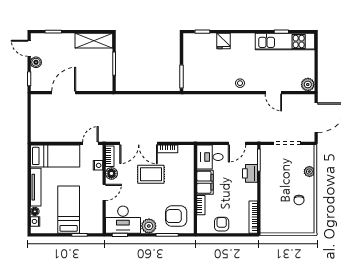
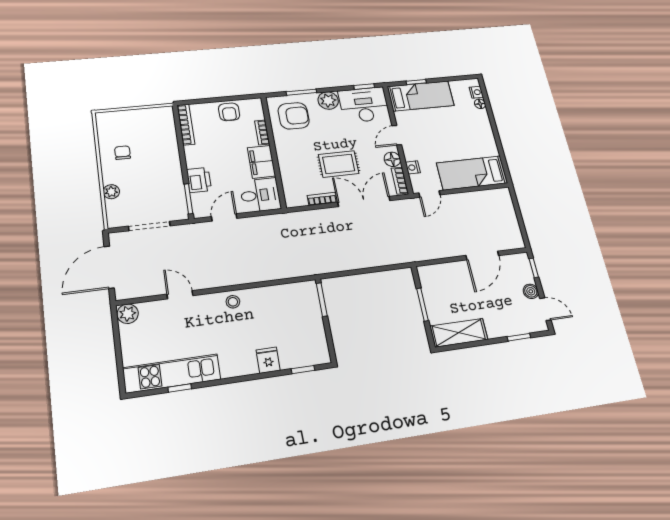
tv unit: (36, 187) -> (487, 132), removed
bed: (69, 210) -> (421, 96), moved, turned -90

